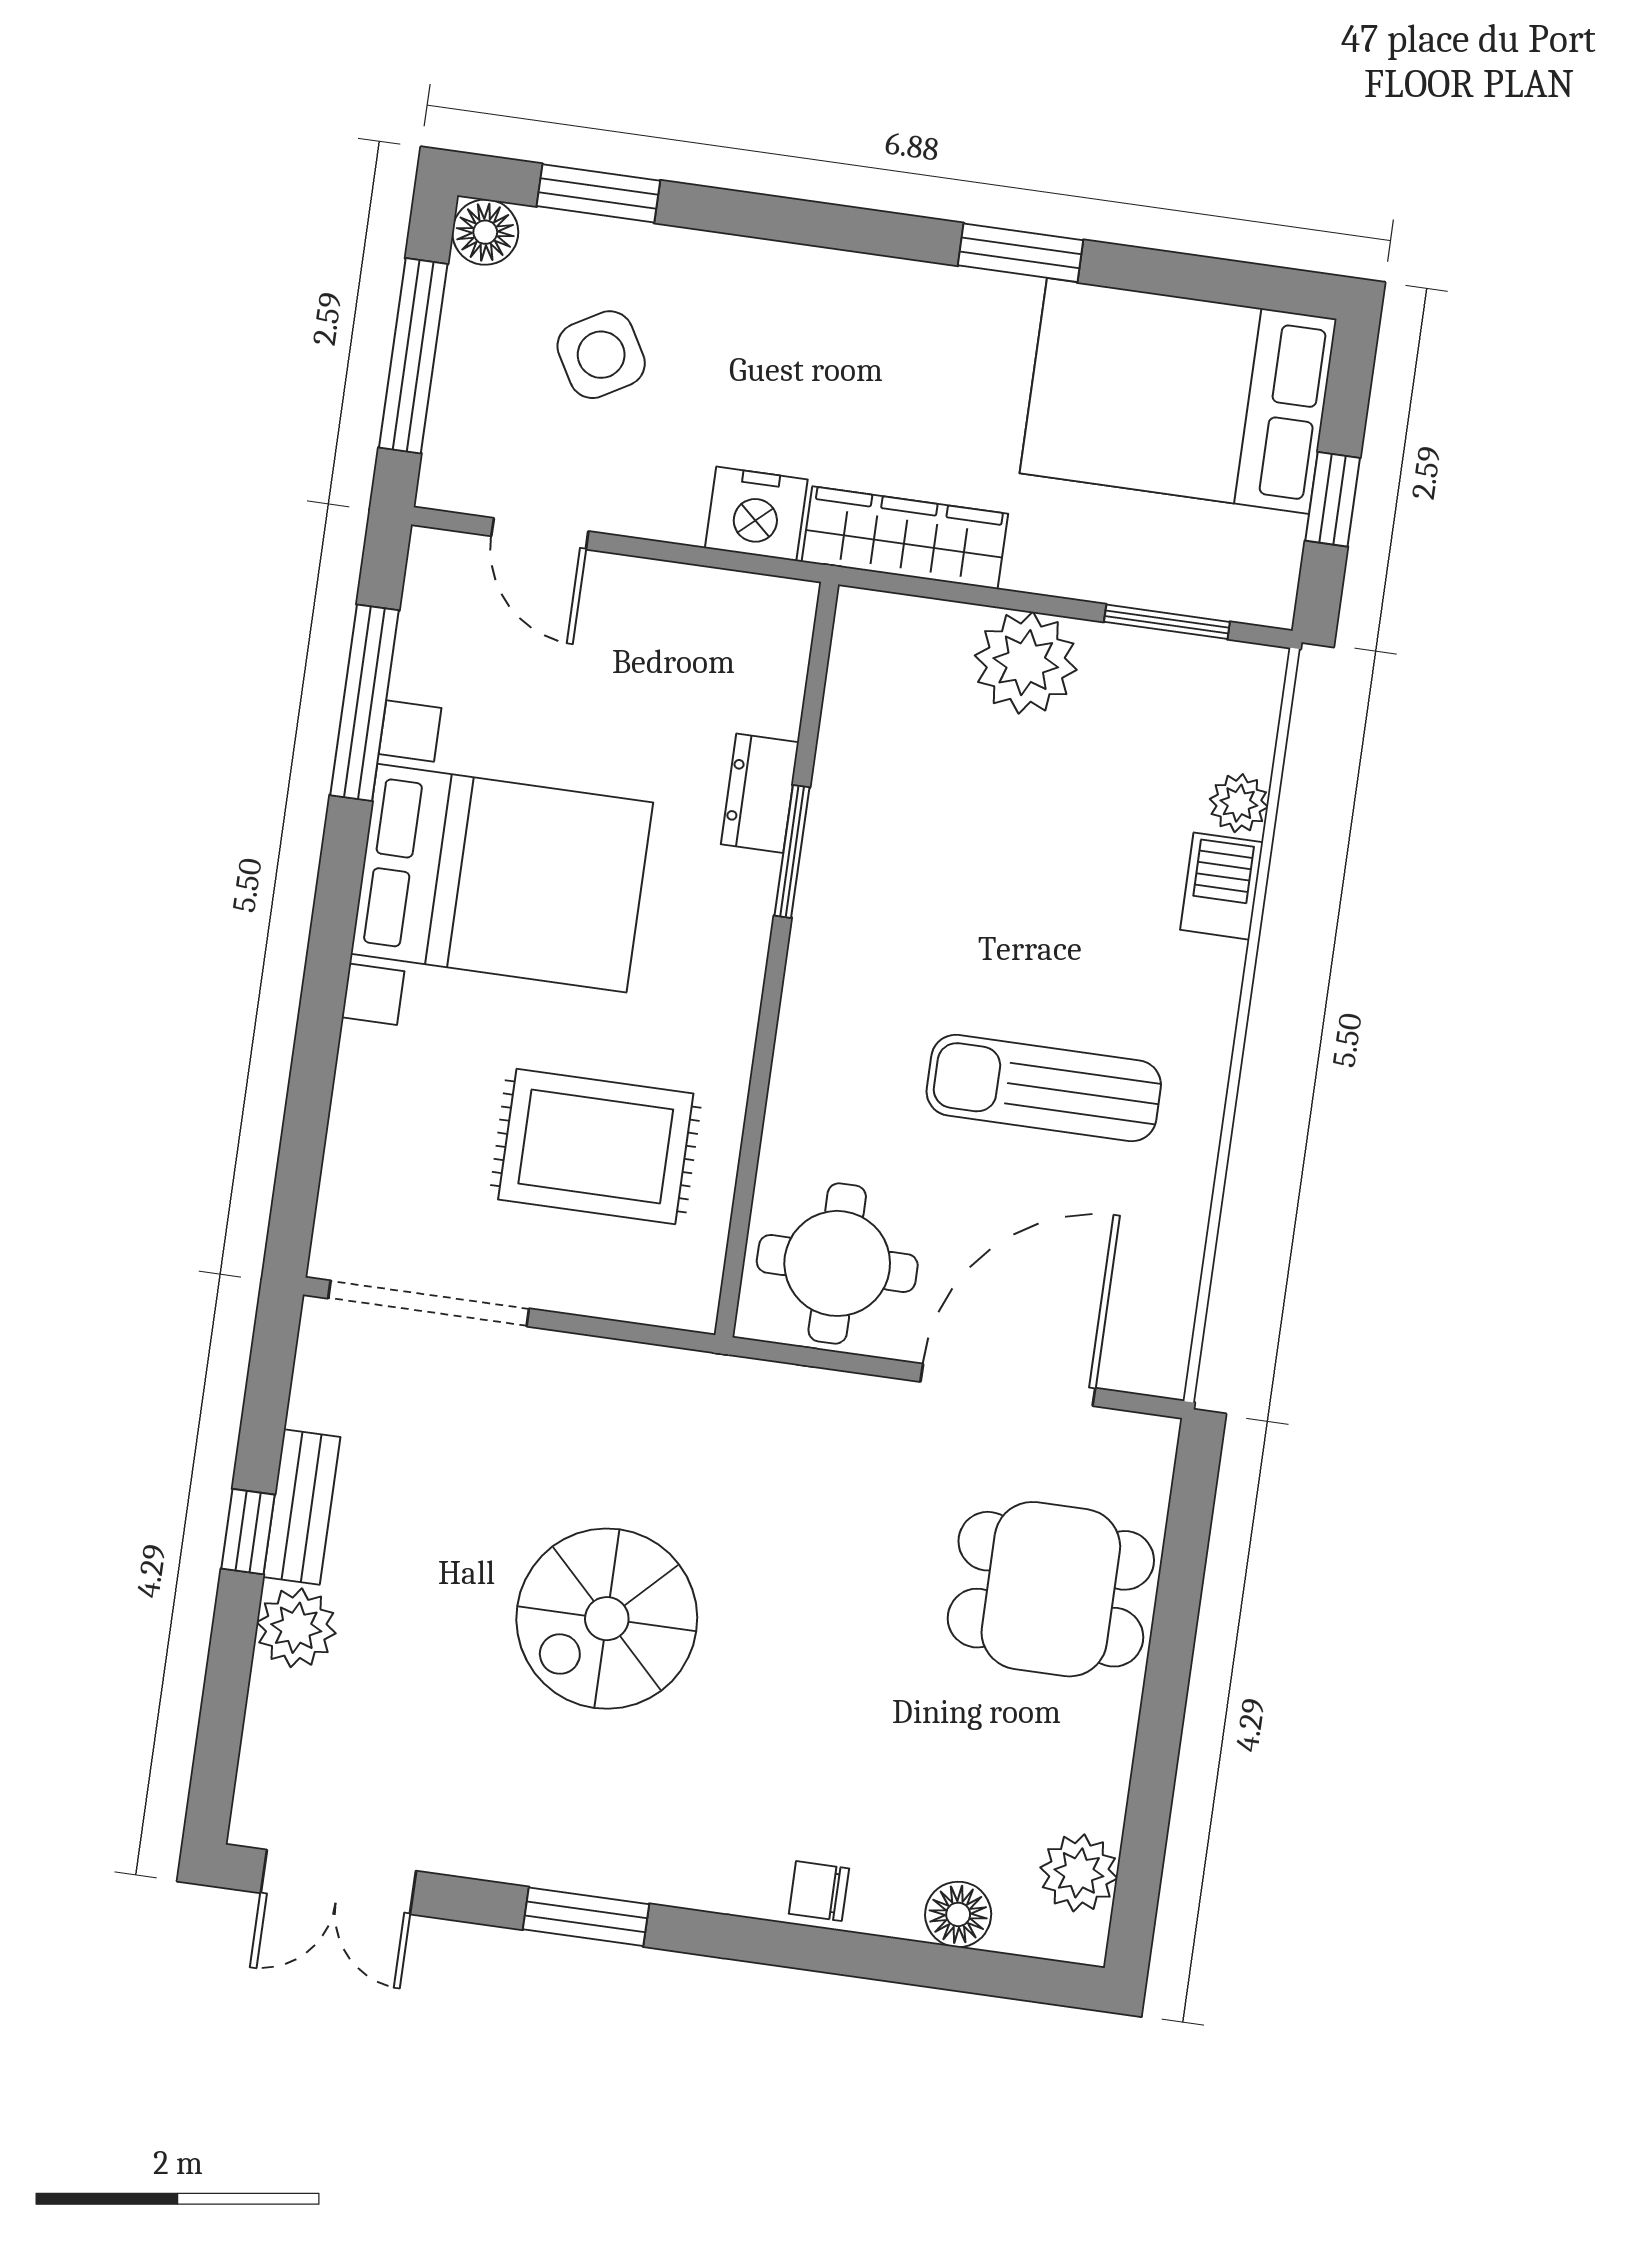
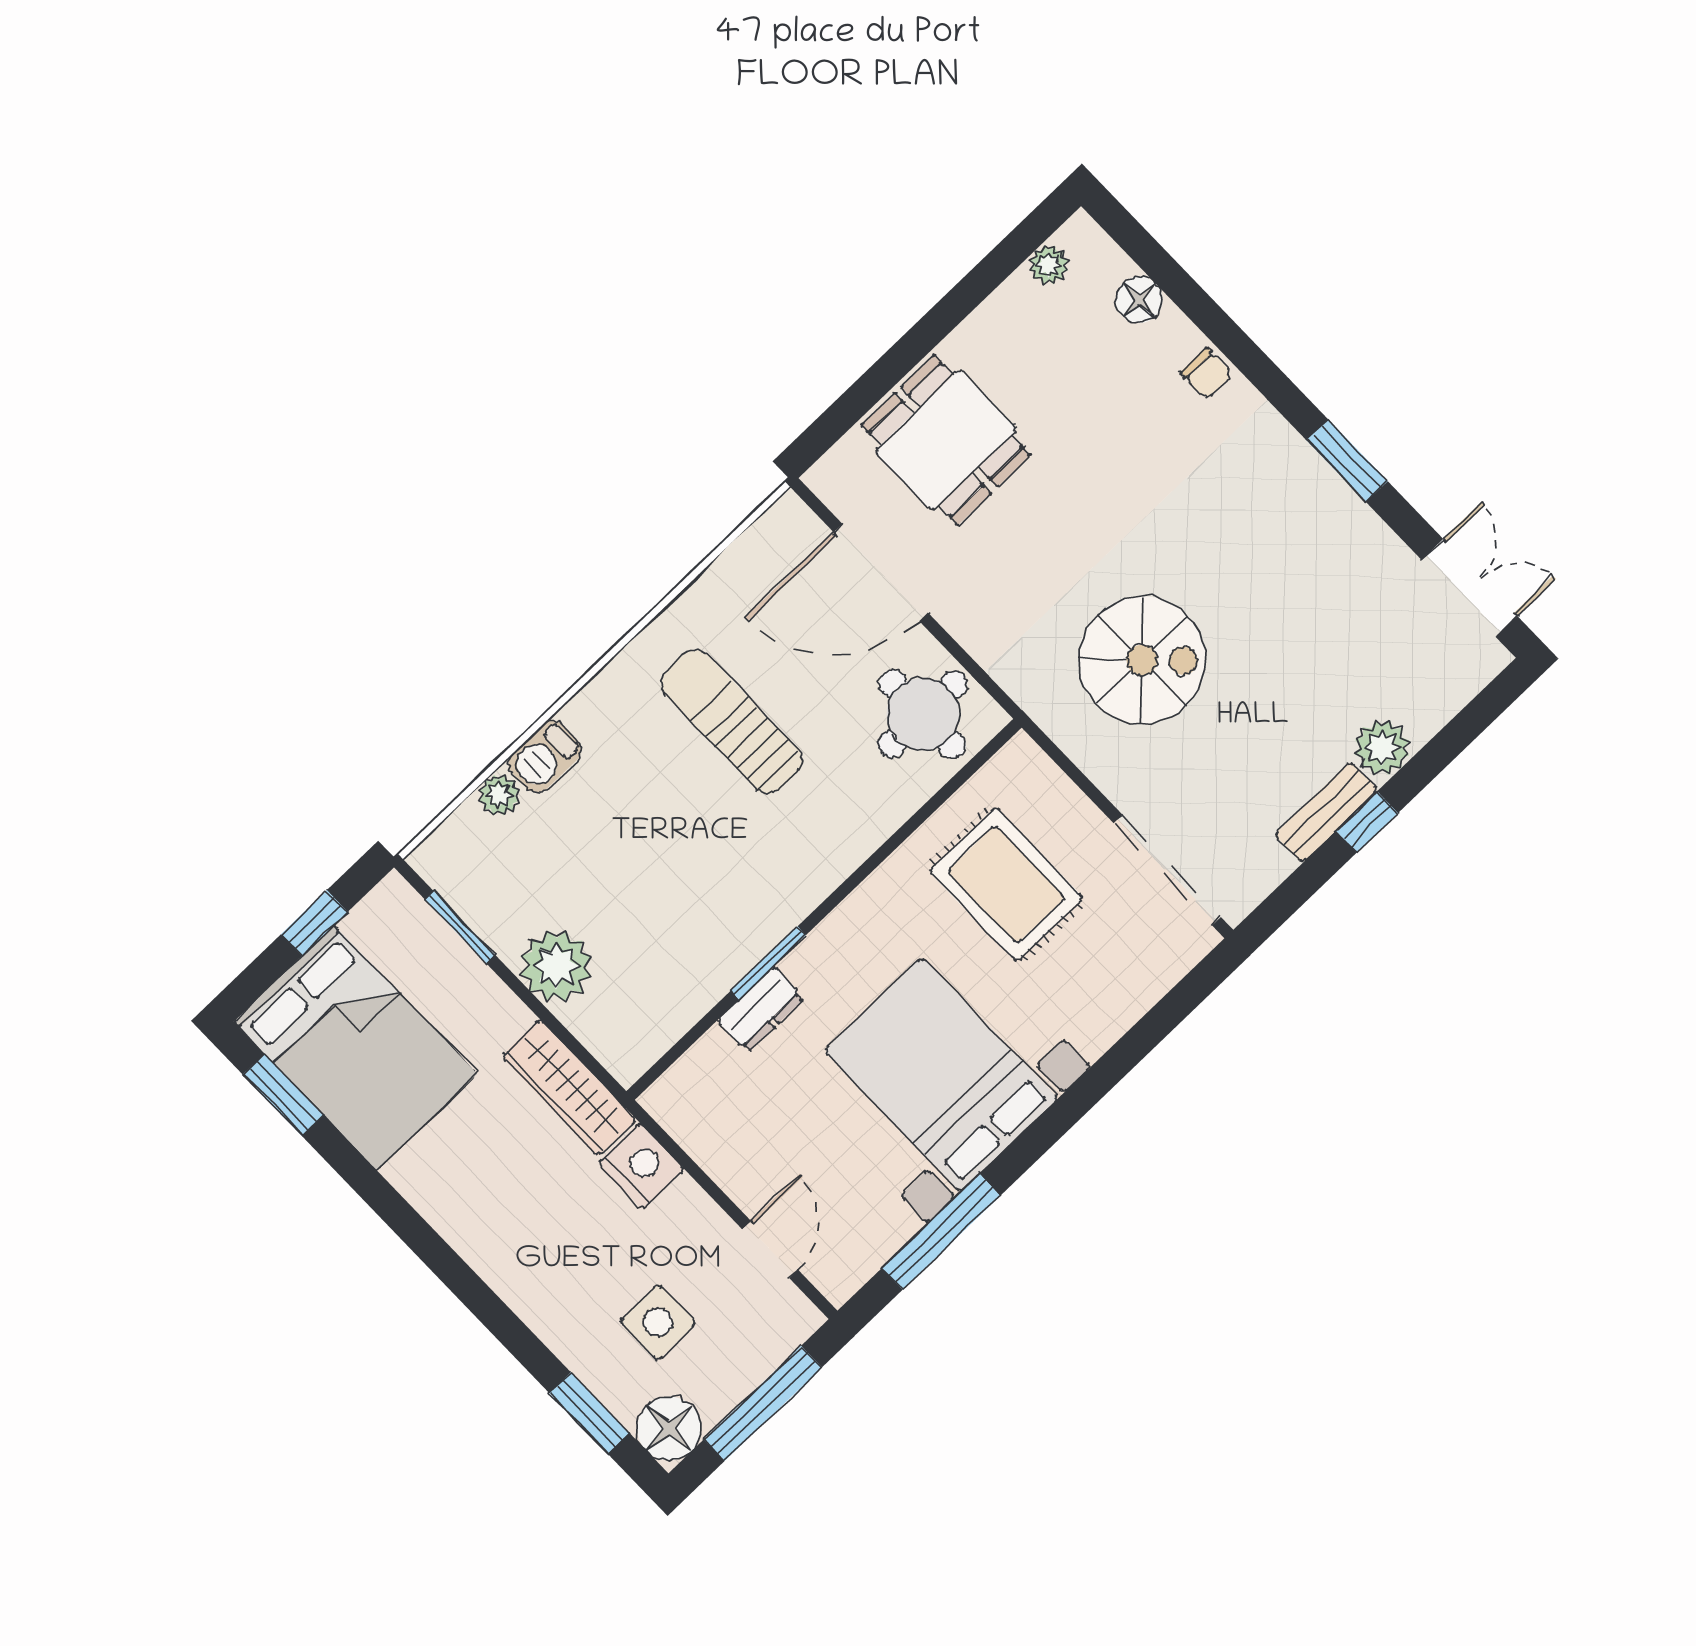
floor lamp: (485, 232) -> (669, 1428), width x1.38, depth x1.38
window: (1020, 253) -> (283, 1095), moved
side table: (601, 355) -> (658, 1322), turned 30
sun lounger: (1044, 1088) -> (732, 722), turned 180
spiral stairs: (607, 1619) -> (1142, 660), moved
plant: (1079, 1873) -> (1049, 265), width x0.73, depth x0.73

